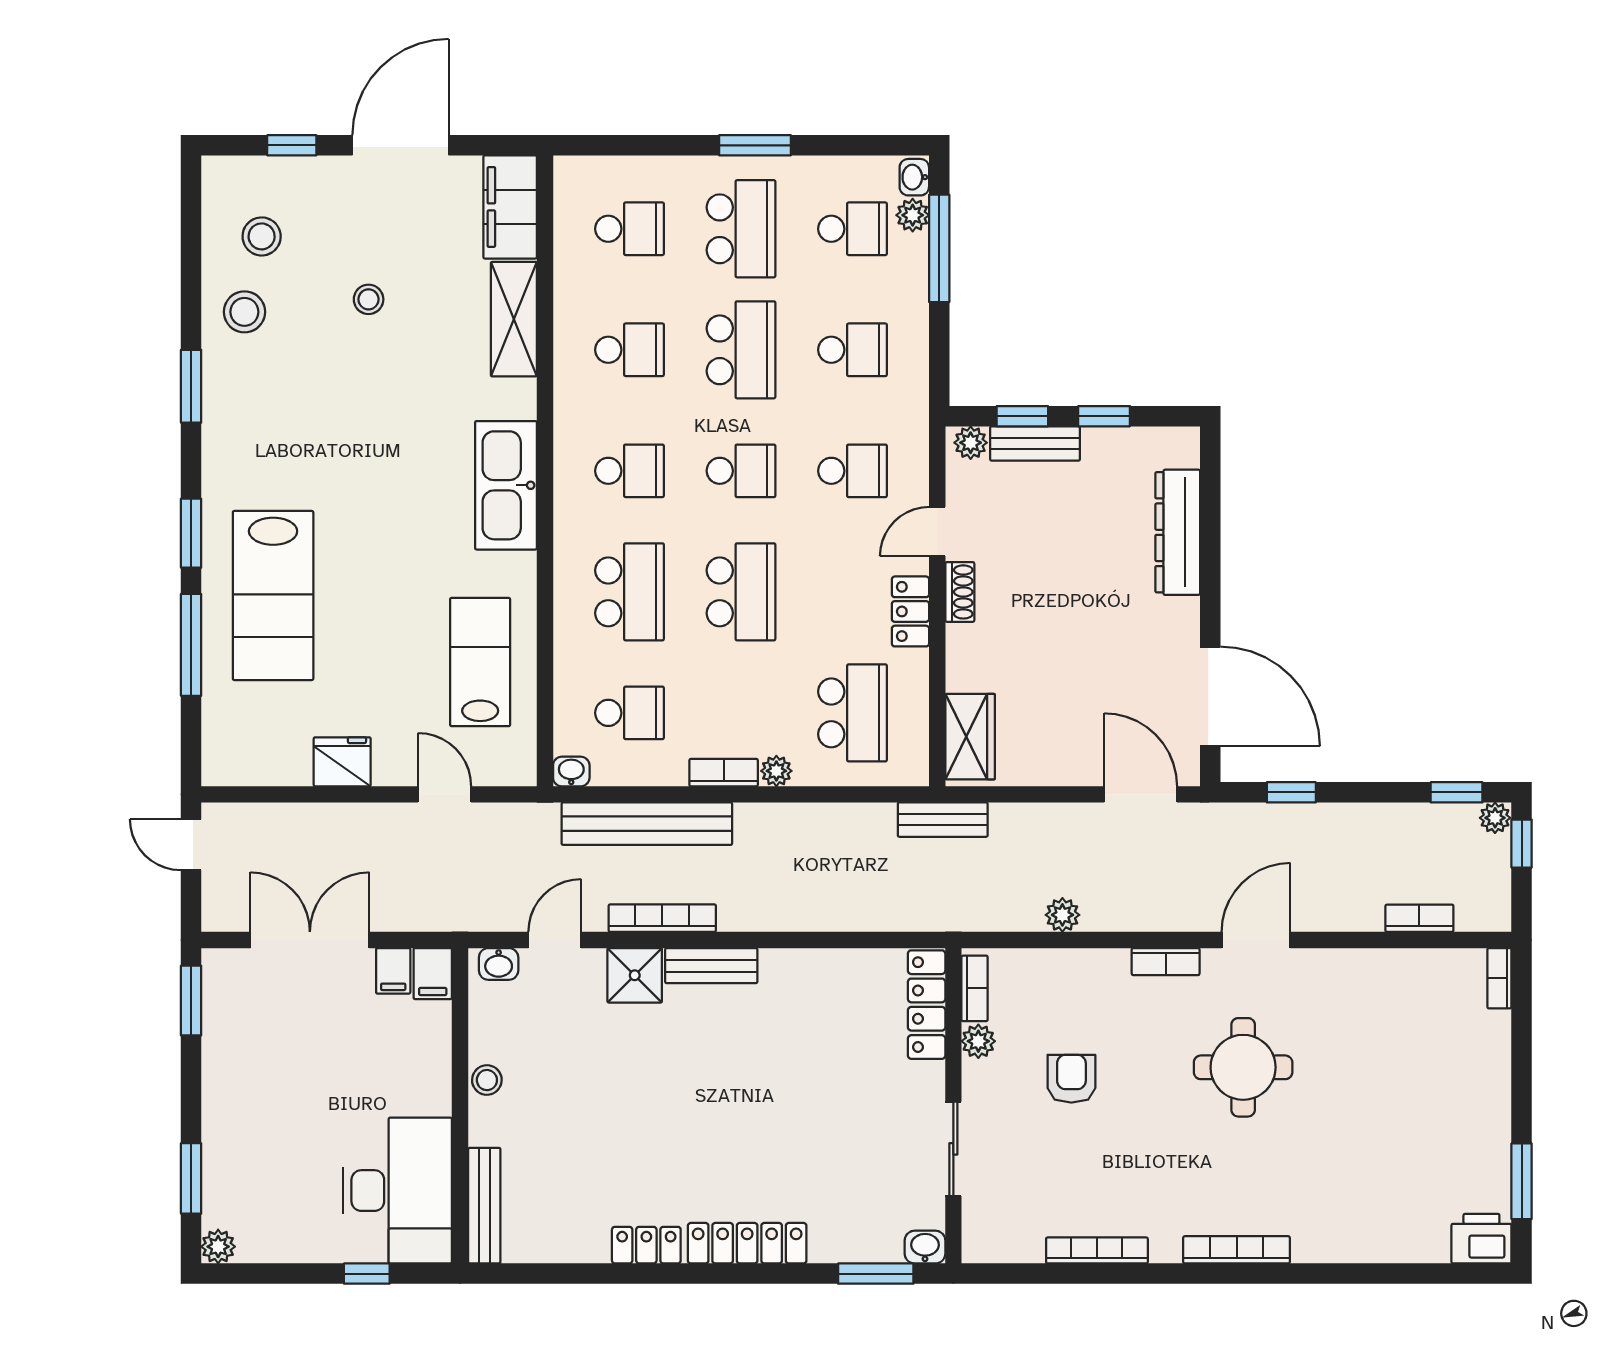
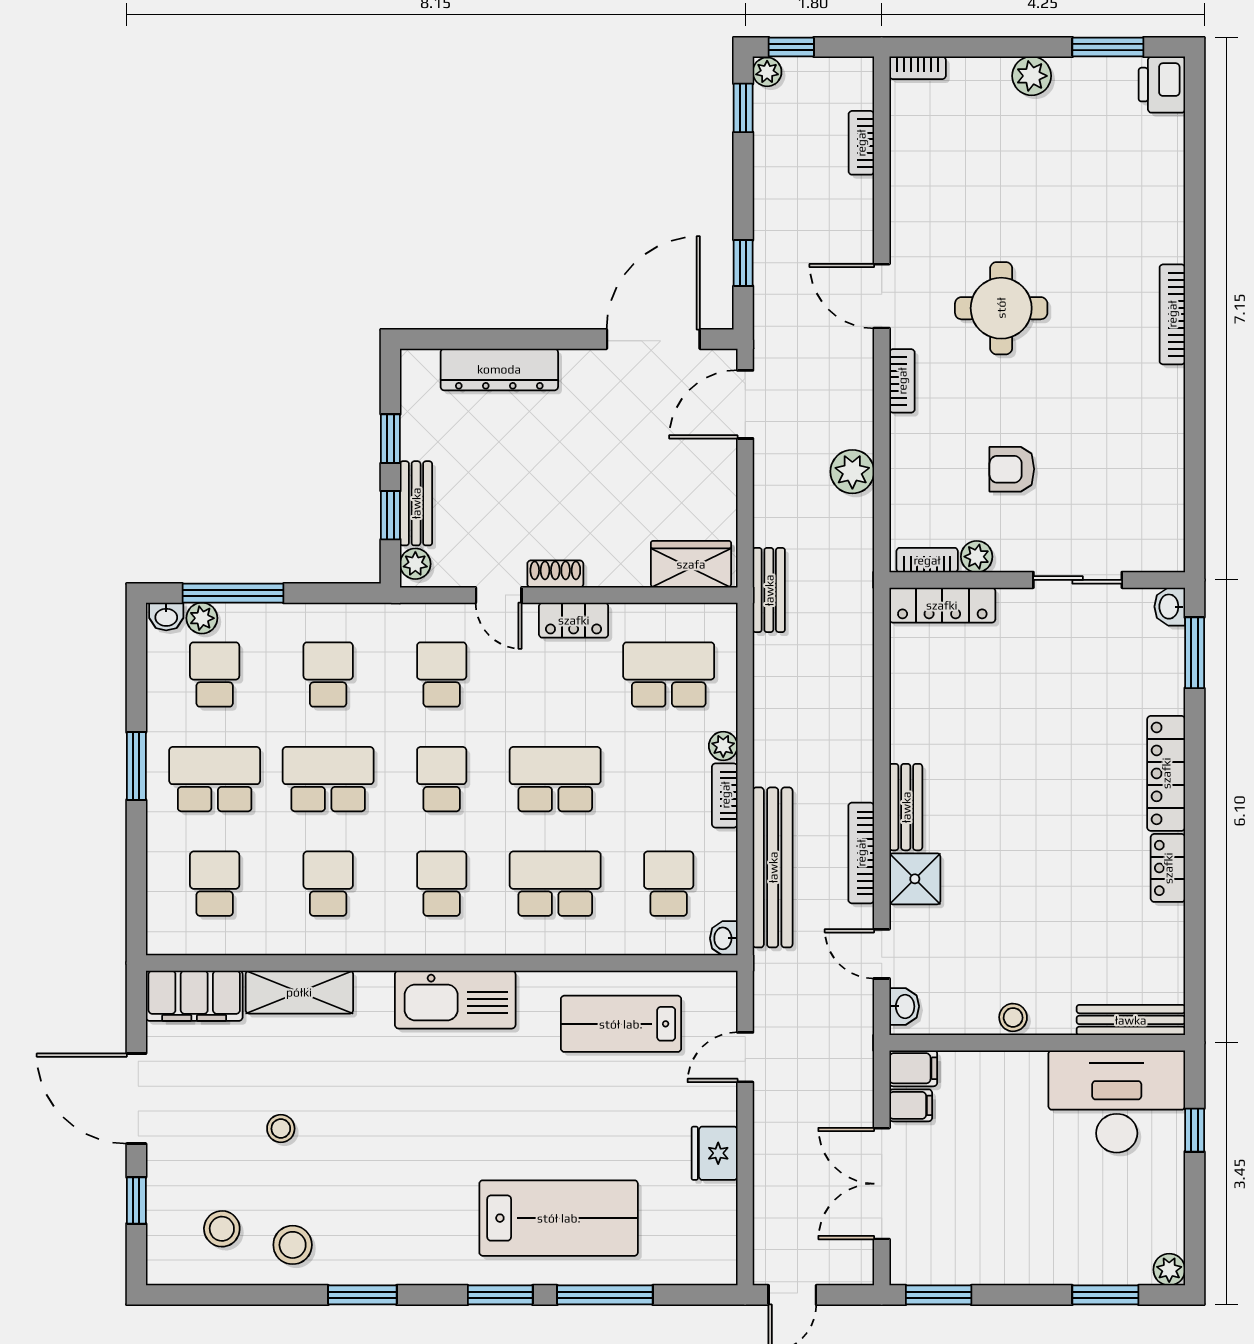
plant: (1062, 915) -> (852, 472), width x1.38, depth x1.38
plant: (1491, 1100) -> (1032, 76), added
bookcase: (1097, 1250) -> (1173, 445), removed

